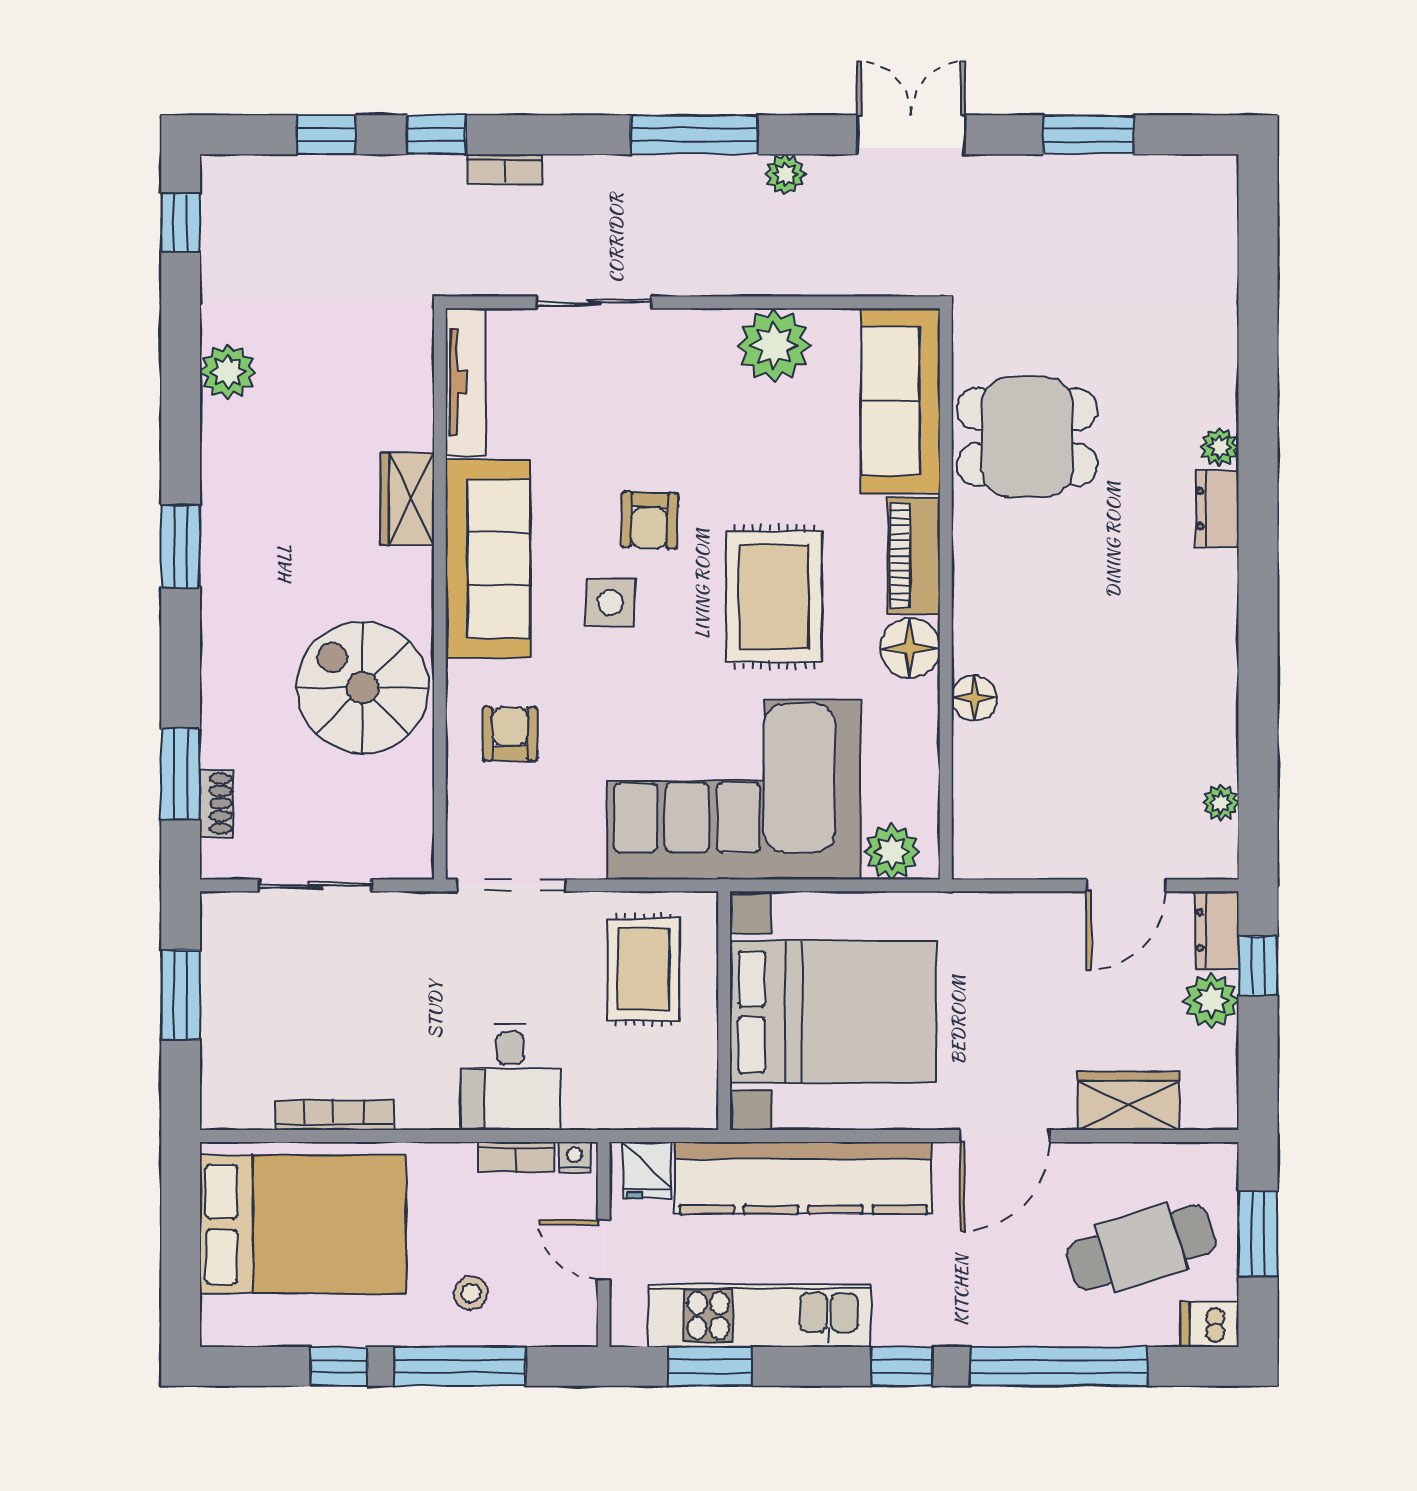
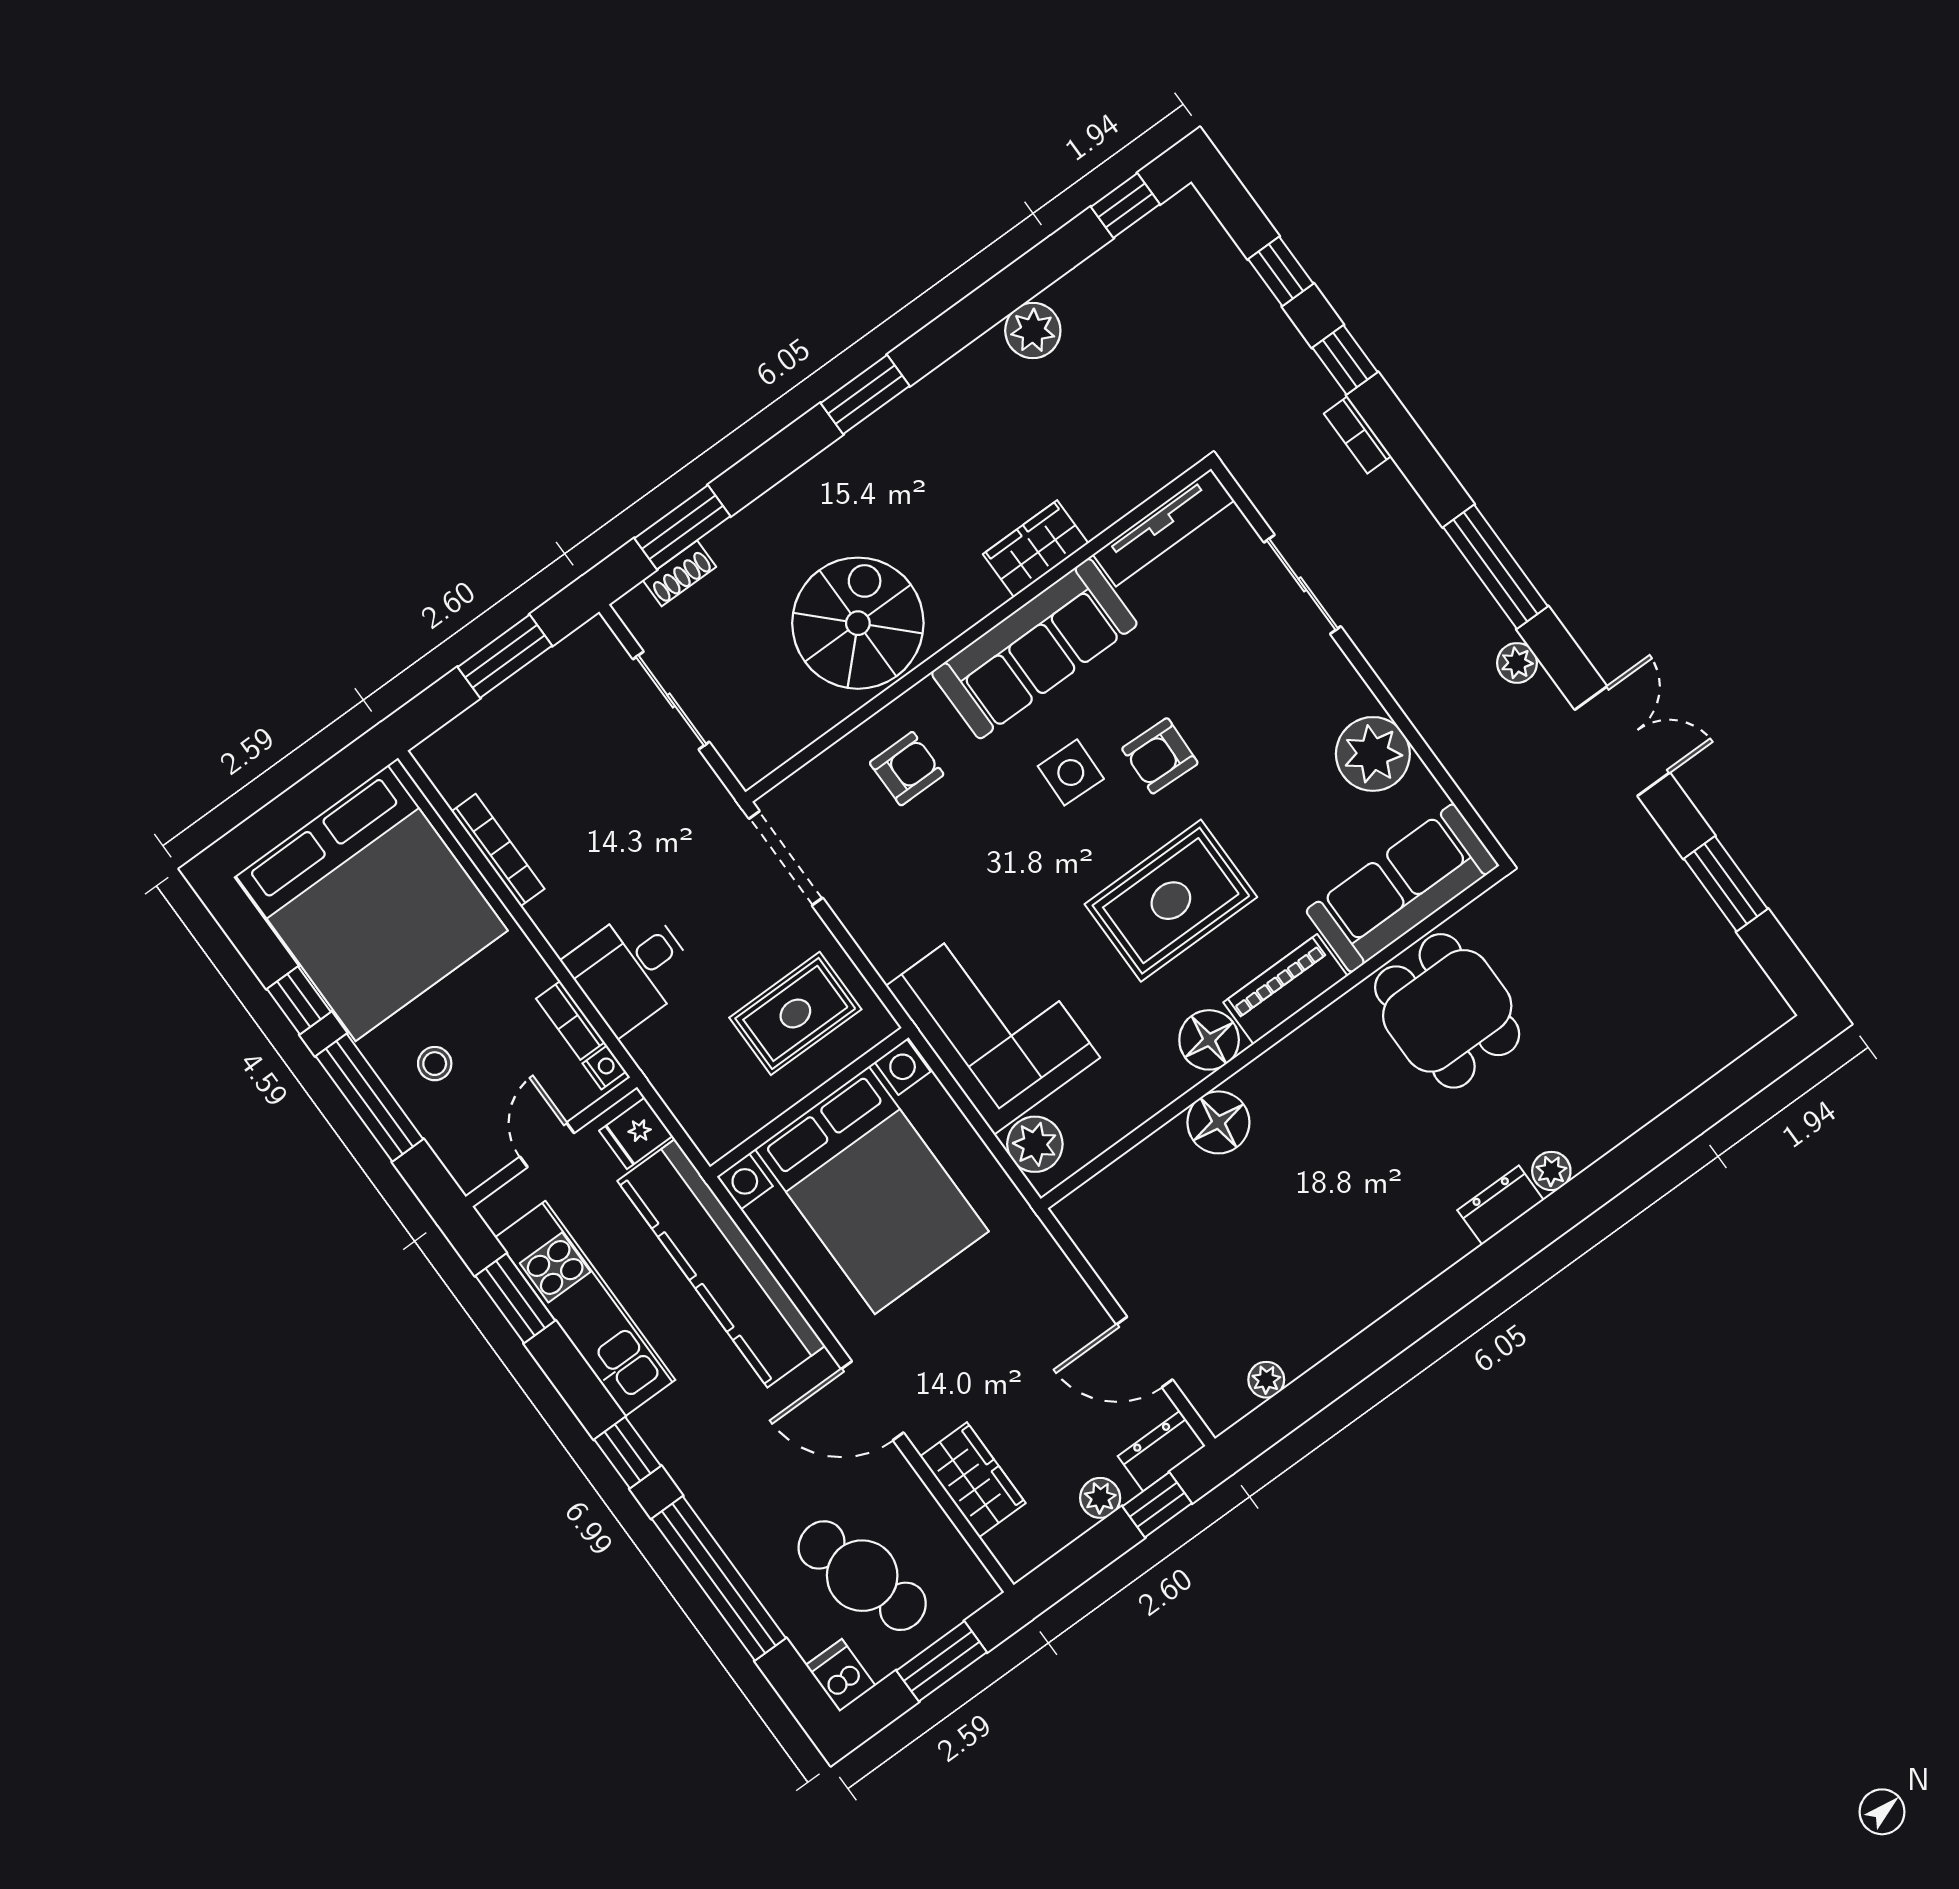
floor lamp: (974, 698) -> (1218, 1122), width x1.38, depth x1.38
corner sofa: (734, 790) -> (993, 1022), width x0.73, depth x0.74
plant: (1211, 1000) -> (1100, 1498), width x0.73, depth x0.73
bed: (303, 1224) -> (372, 903), width x1.36

